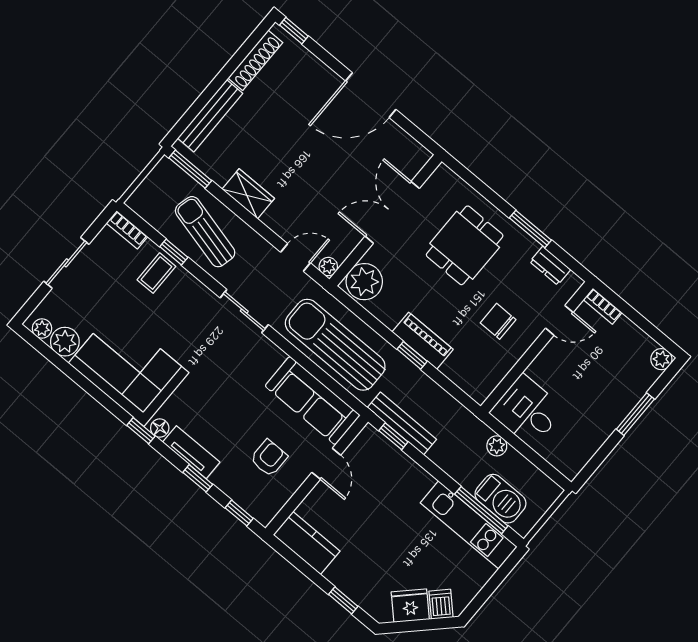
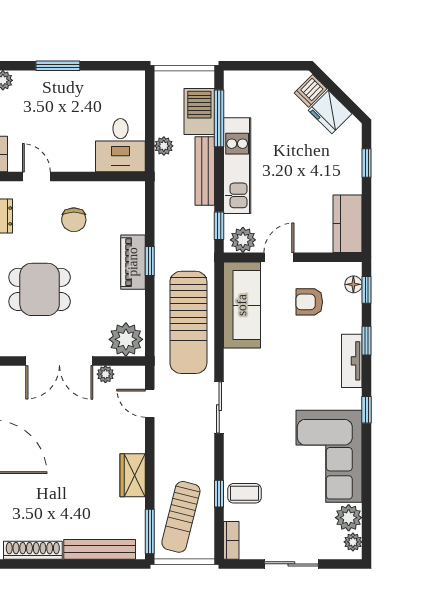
sun lounger: (205, 232) -> (181, 517), moved
plant: (328, 267) -> (105, 374), moved
bench: (402, 423) -> (205, 171), moved
floor lamp: (160, 428) -> (353, 284), moved
plant: (365, 446) -> (243, 240), added
kitchen unit: (469, 525) -> (237, 166), moved

